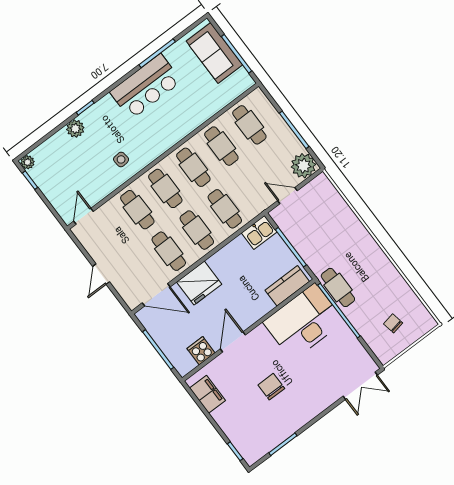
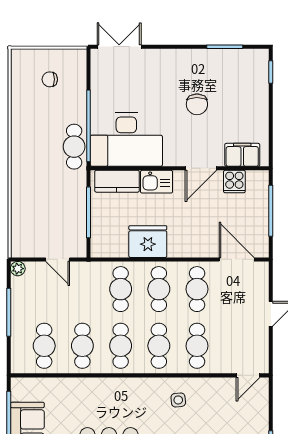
plant: (303, 166) -> (18, 269), width x0.53, depth x0.53
kitchen sink: (259, 232) -> (156, 182), moved, turned 180
fridge: (199, 283) -> (148, 242), moved
chair: (393, 323) -> (50, 79), turned 101
filing cabinet: (207, 394) -> (242, 155), moved, turned 90

